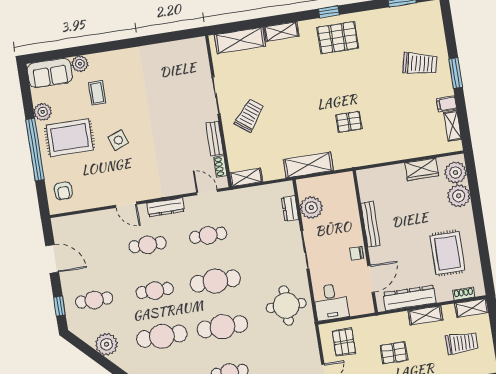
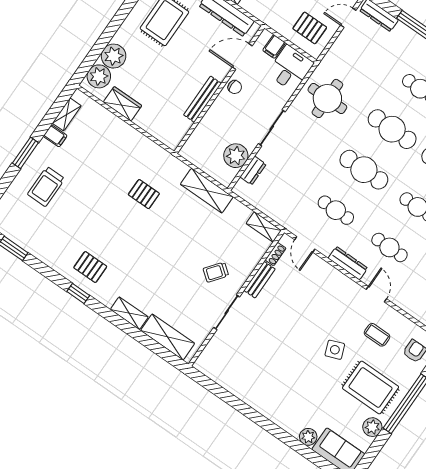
pallet: (338, 38) -> (90, 267), width x0.67, depth x0.71
trolley: (420, 64) -> (46, 187), turned -103
coffee table: (97, 93) -> (377, 335), moved, turned 90
trolley: (249, 116) -> (216, 272), width x0.73, depth x0.72
filing cabinet: (356, 306) -> (274, 47), added
pallet: (344, 342) -> (310, 28), turned 90

